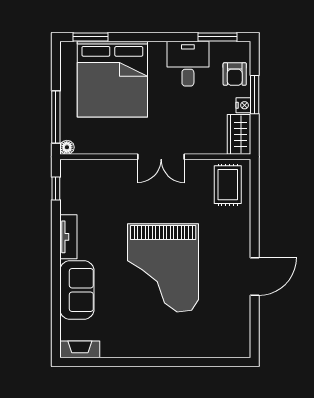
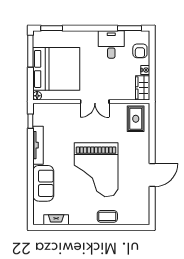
bed: (112, 79) -> (56, 69), moved, turned -90
window: (255, 95) -> (152, 64), removed
window: (56, 117) -> (30, 51), moved
tv unit: (68, 237) -> (38, 145), width x1.41
coffee table: (181, 344) -> (107, 216), added
fireplace: (80, 349) -> (56, 220), moved

